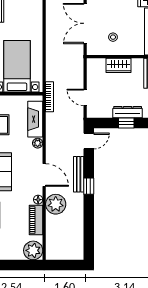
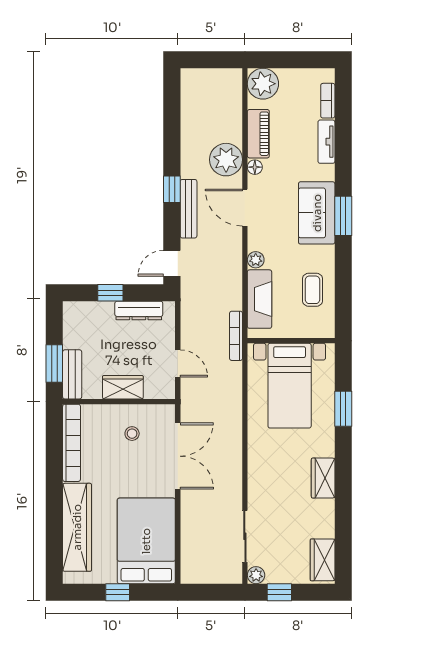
door: (85, 97) -> (178, 363), moved
dresser: (128, 112) -> (139, 311), moved

